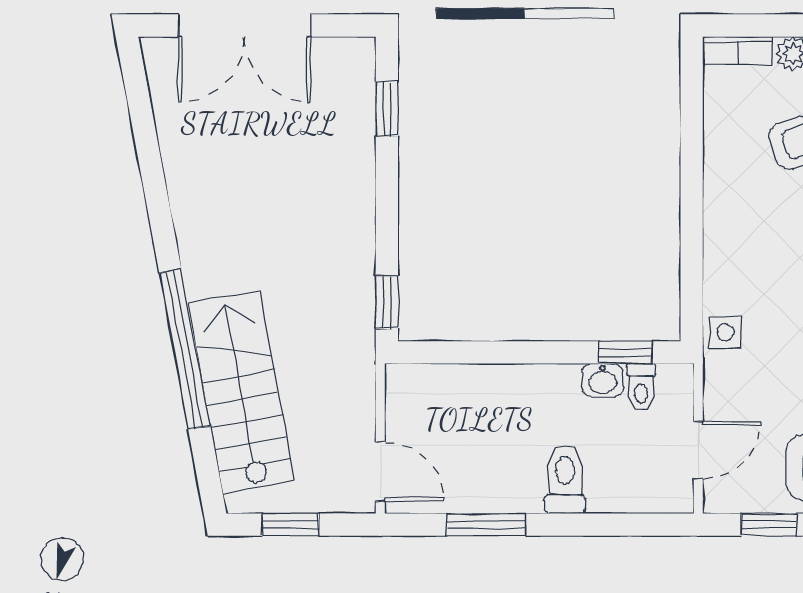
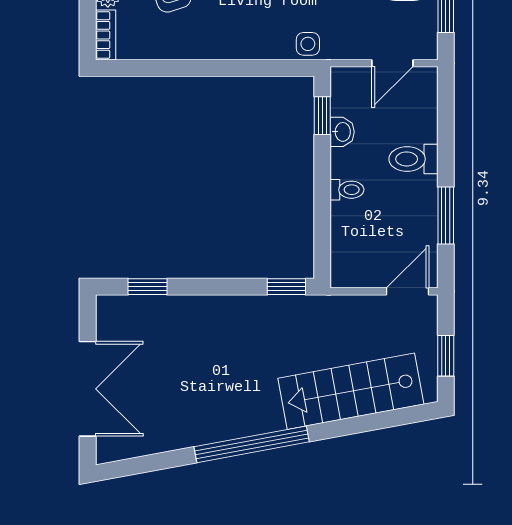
window: (185, 349) -> (252, 444), moved
toilet: (641, 387) -> (347, 190), moved
door: (698, 450) -> (392, 63), swing flipped

